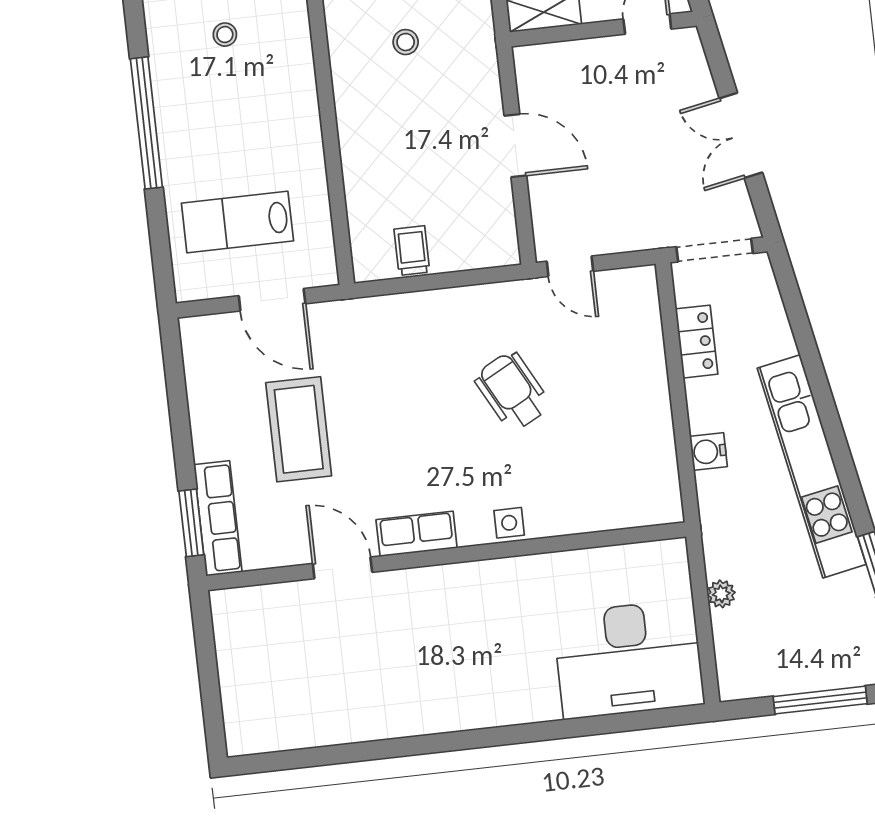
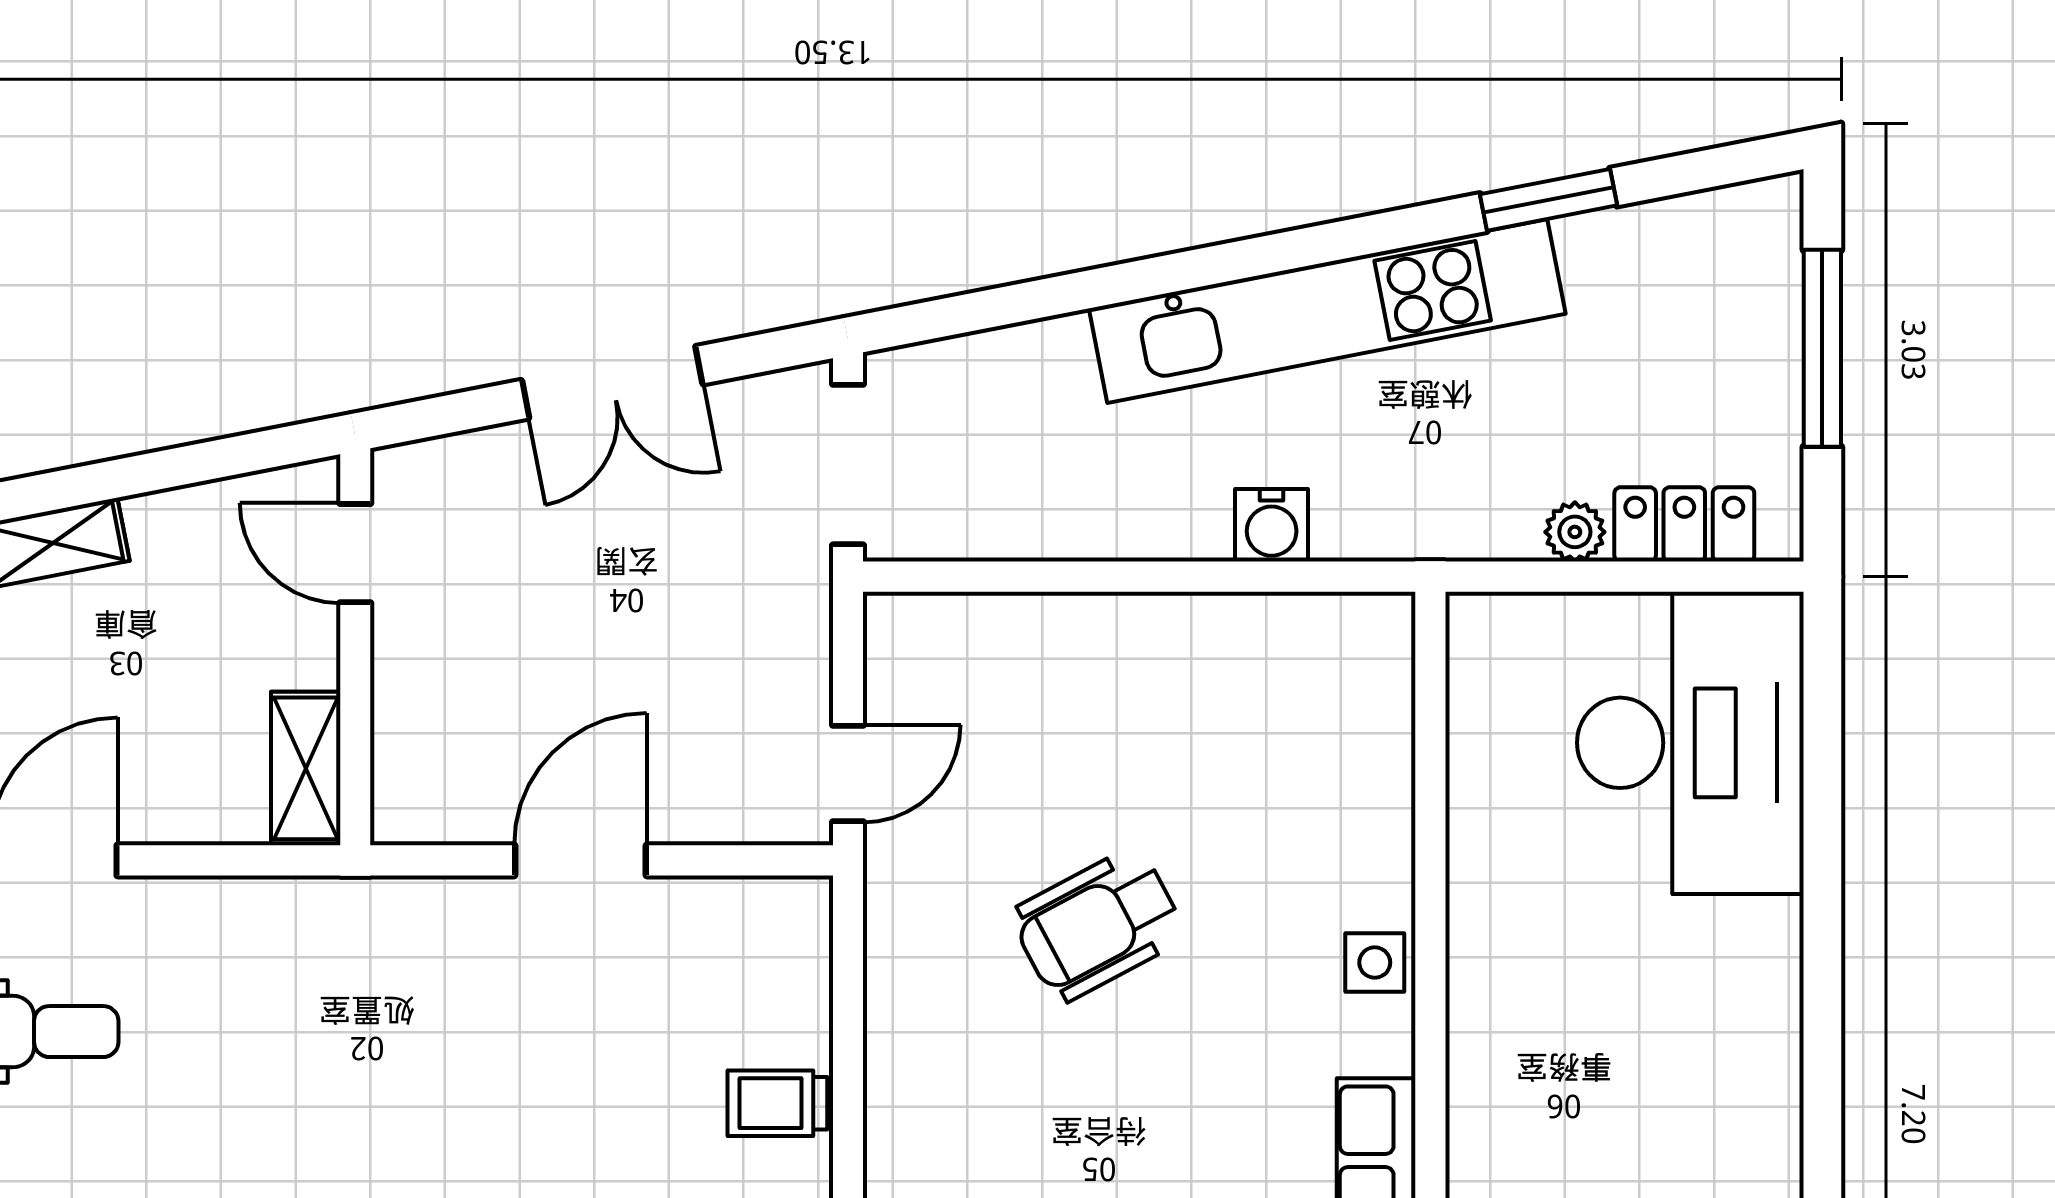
stool: (406, 42) -> (336, 1067), removed
locker: (697, 342) -> (1684, 524), moved

